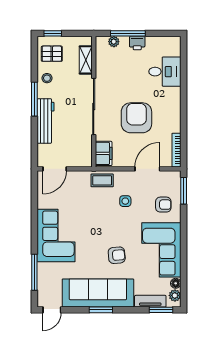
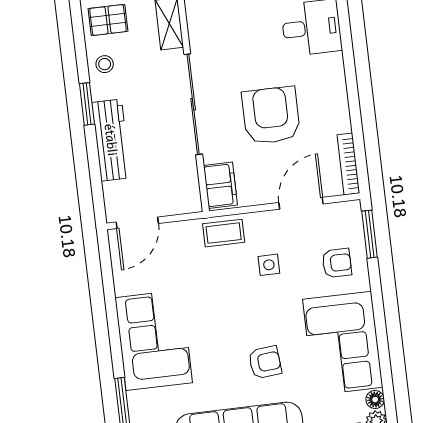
window: (34, 99) -> (87, 104), width x0.69

